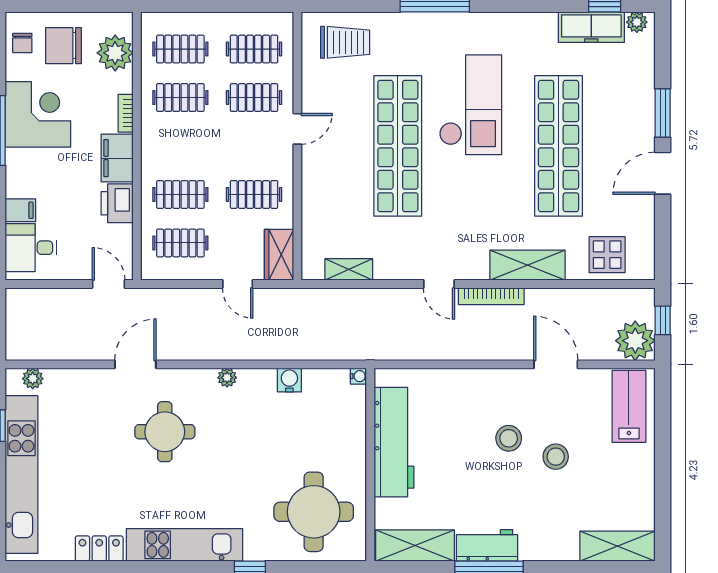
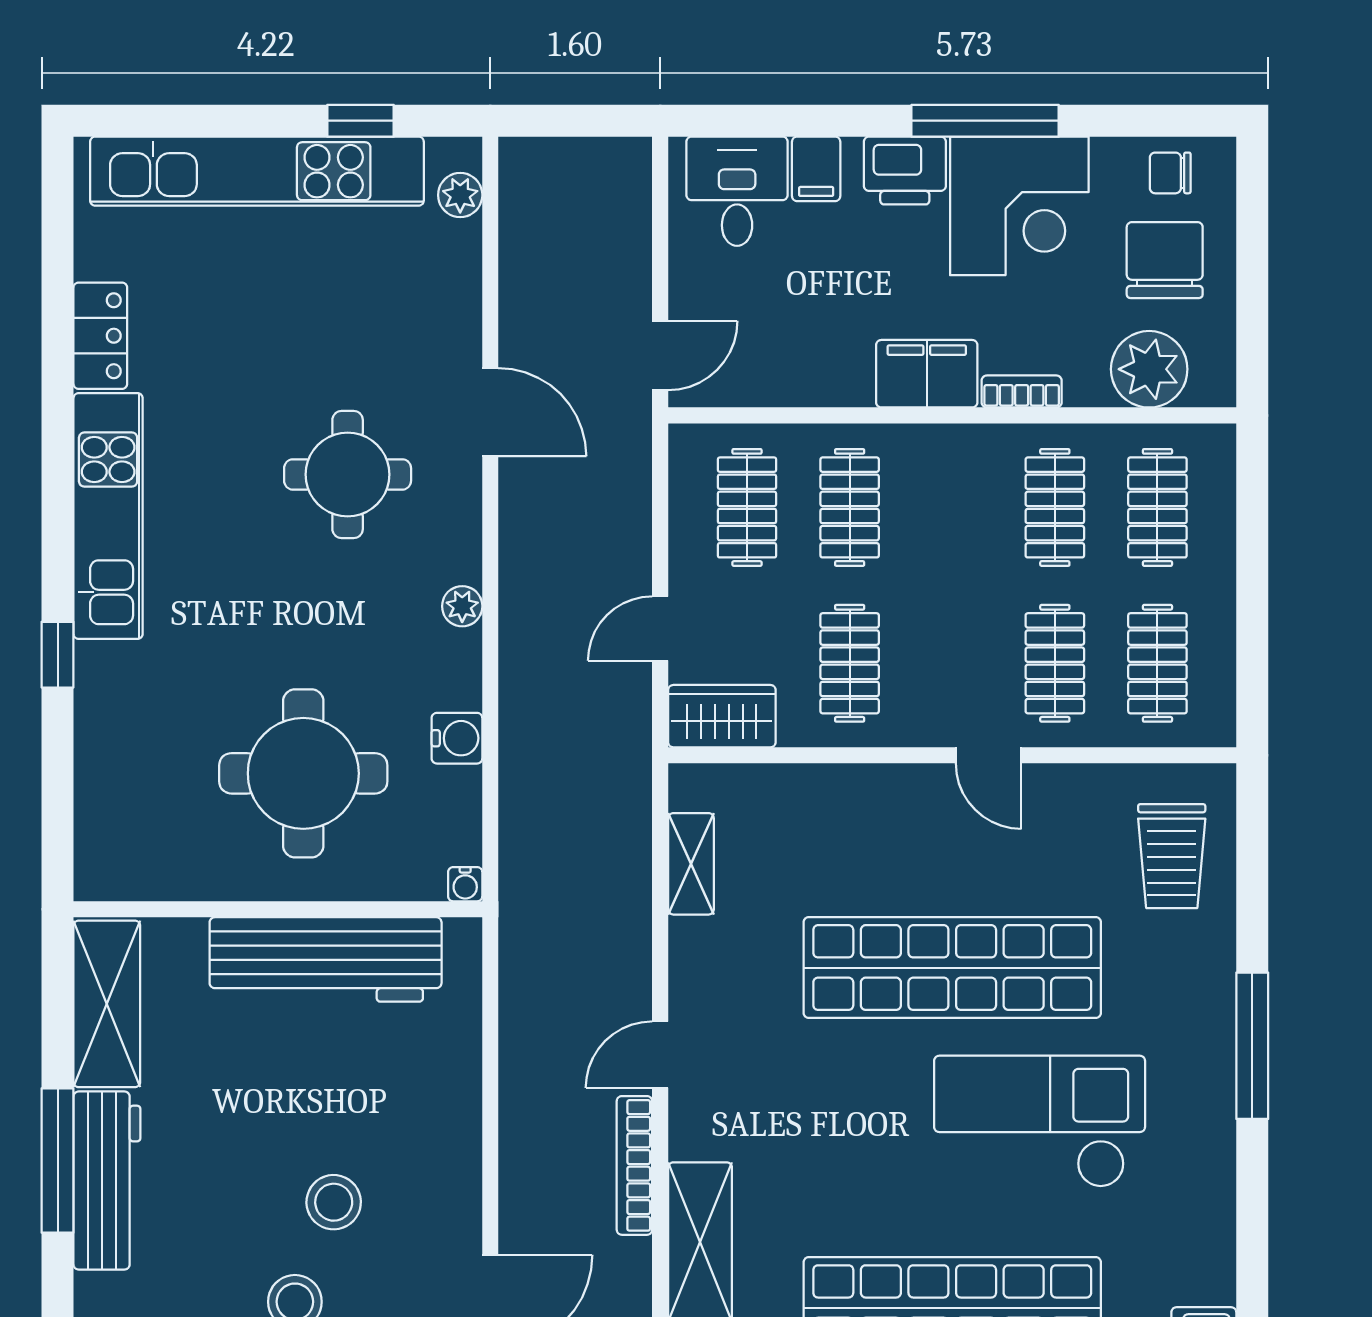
checkout: (471, 105) -> (1040, 1122), turned 180
printer: (117, 203) -> (905, 171), moved, turned 180
round table: (314, 512) -> (303, 773), moved
workbench: (487, 545) -> (107, 1181), width x1.38

